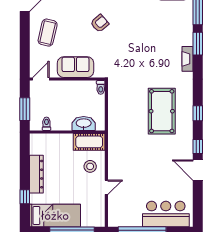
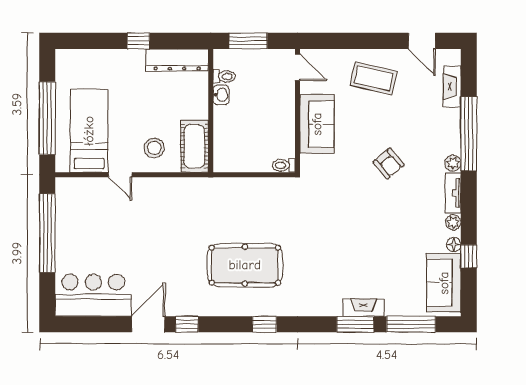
fireplace: (188, 59) -> (363, 308), moved
window: (198, 113) -> (264, 324), moved
washbasin: (84, 124) -> (221, 95), moved, width x0.52, depth x0.69
dresser: (36, 174) -> (177, 60), moved
window: (25, 197) -> (139, 41), moved
bar counter: (166, 214) -> (93, 295), moved, turned -90
bed: (55, 216) -> (89, 131), moved, turned 180

